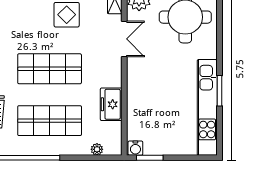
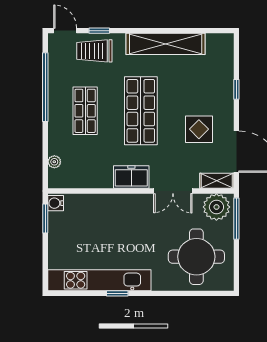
window: (219, 91) -> (117, 293), width x0.67
freezer: (111, 104) -> (131, 177), moved
shop shelf: (50, 121) -> (85, 111), width x0.70, depth x0.74

